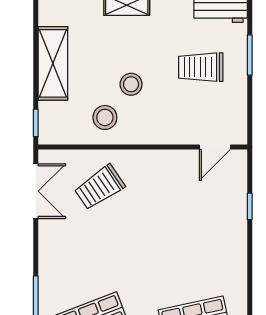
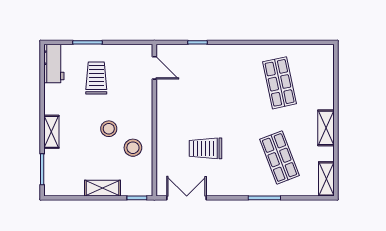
shelving: (53, 63) -> (102, 188), width x0.67, depth x0.75
trolley: (201, 67) -> (96, 78), turned 180
trolley: (100, 187) -> (206, 148), moved, turned 124

